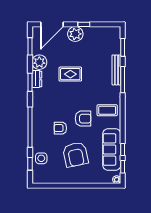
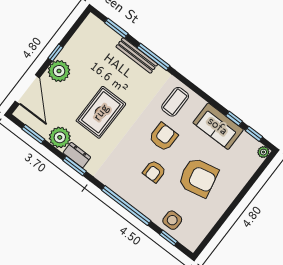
rug: (70, 74) -> (101, 112), width x1.36, depth x1.43
sofa: (112, 150) -> (218, 126), width x0.73

